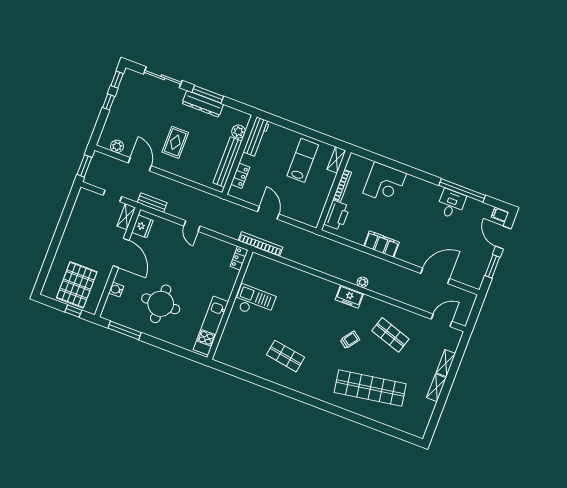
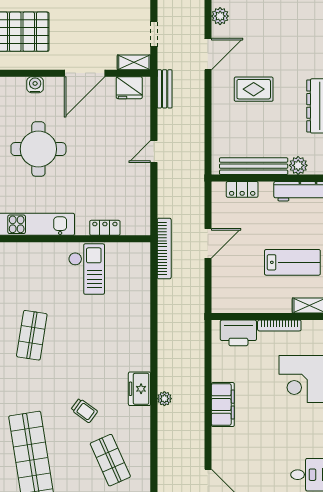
locker: (239, 258) -> (105, 228), moved
shop shelf: (390, 335) -> (110, 460), turned -42

